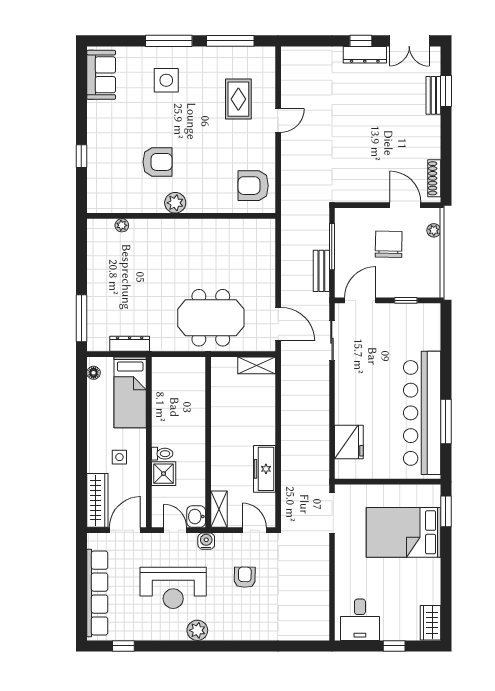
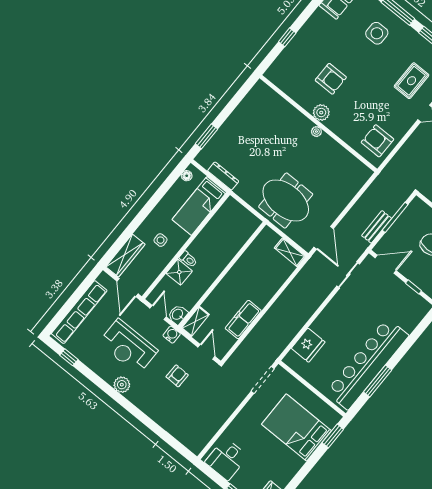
plant: (122, 225) -> (316, 132), moved
window: (81, 318) -> (206, 136), width x0.69
door: (125, 530) -> (128, 287), swing flipped

